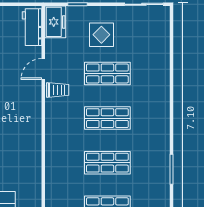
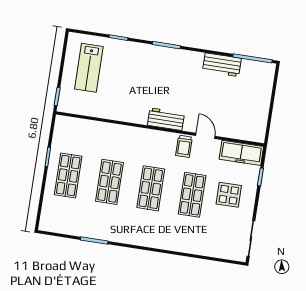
freezer: (55, 22) -> (241, 153), width x1.40
workbench: (32, 27) -> (166, 119), moved

